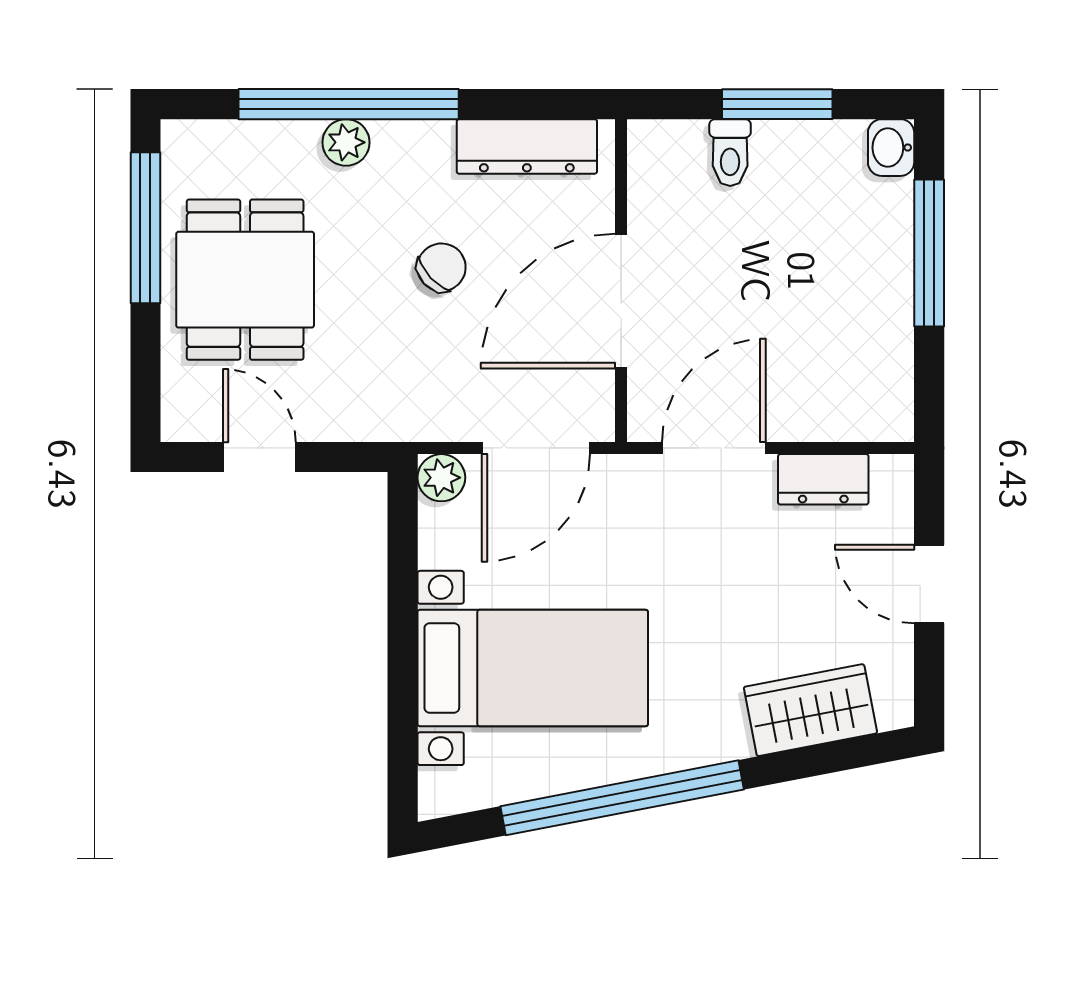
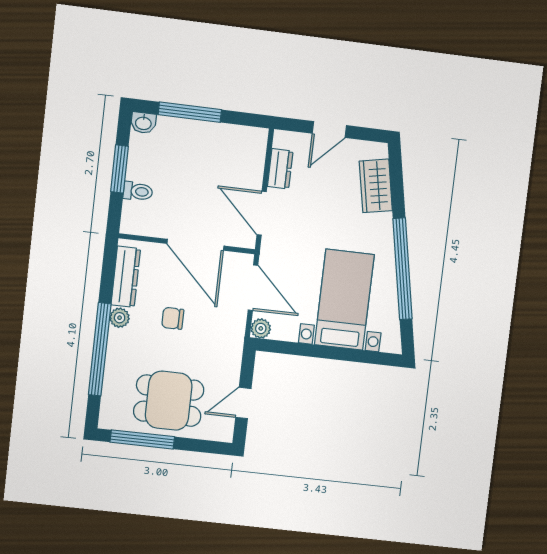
plant: (346, 142) -> (120, 318), moved
chair: (441, 267) -> (173, 318), turned -47

